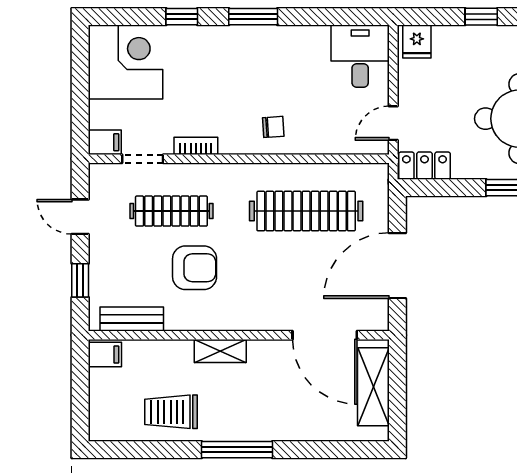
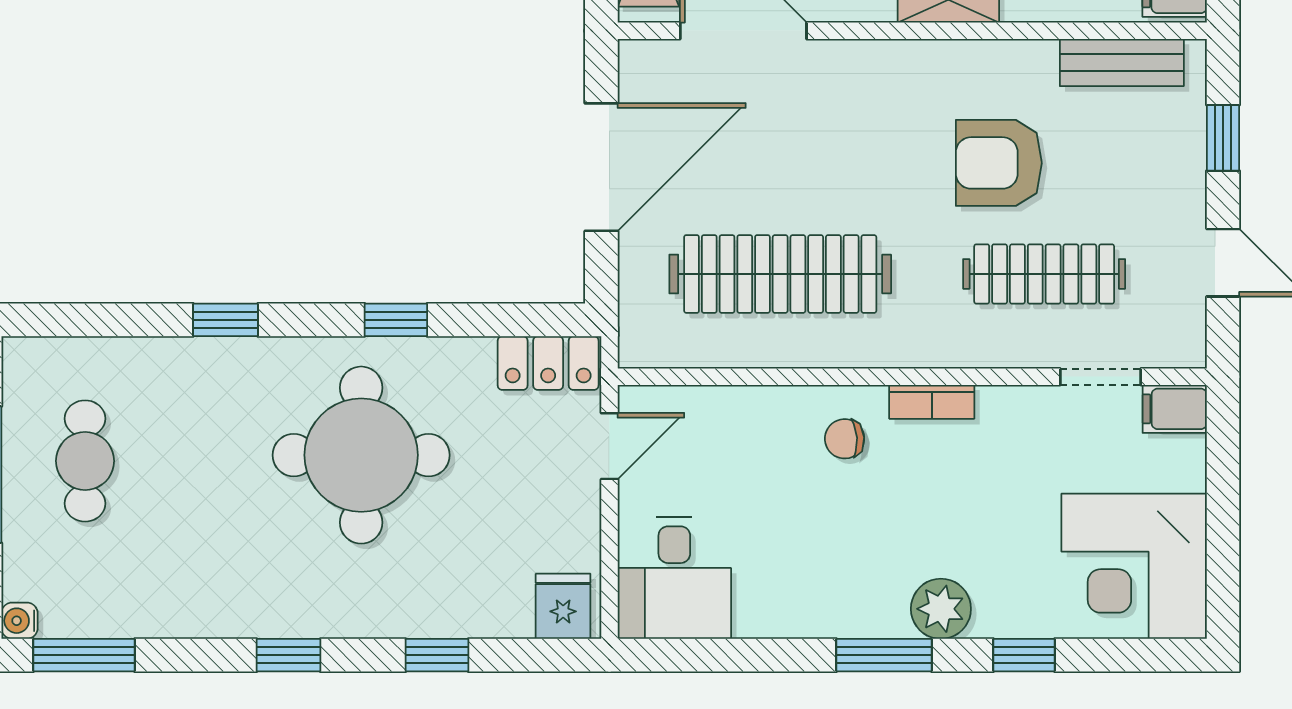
plant: (224, 40) -> (941, 609), added
bookcase: (196, 146) -> (932, 402), moved

